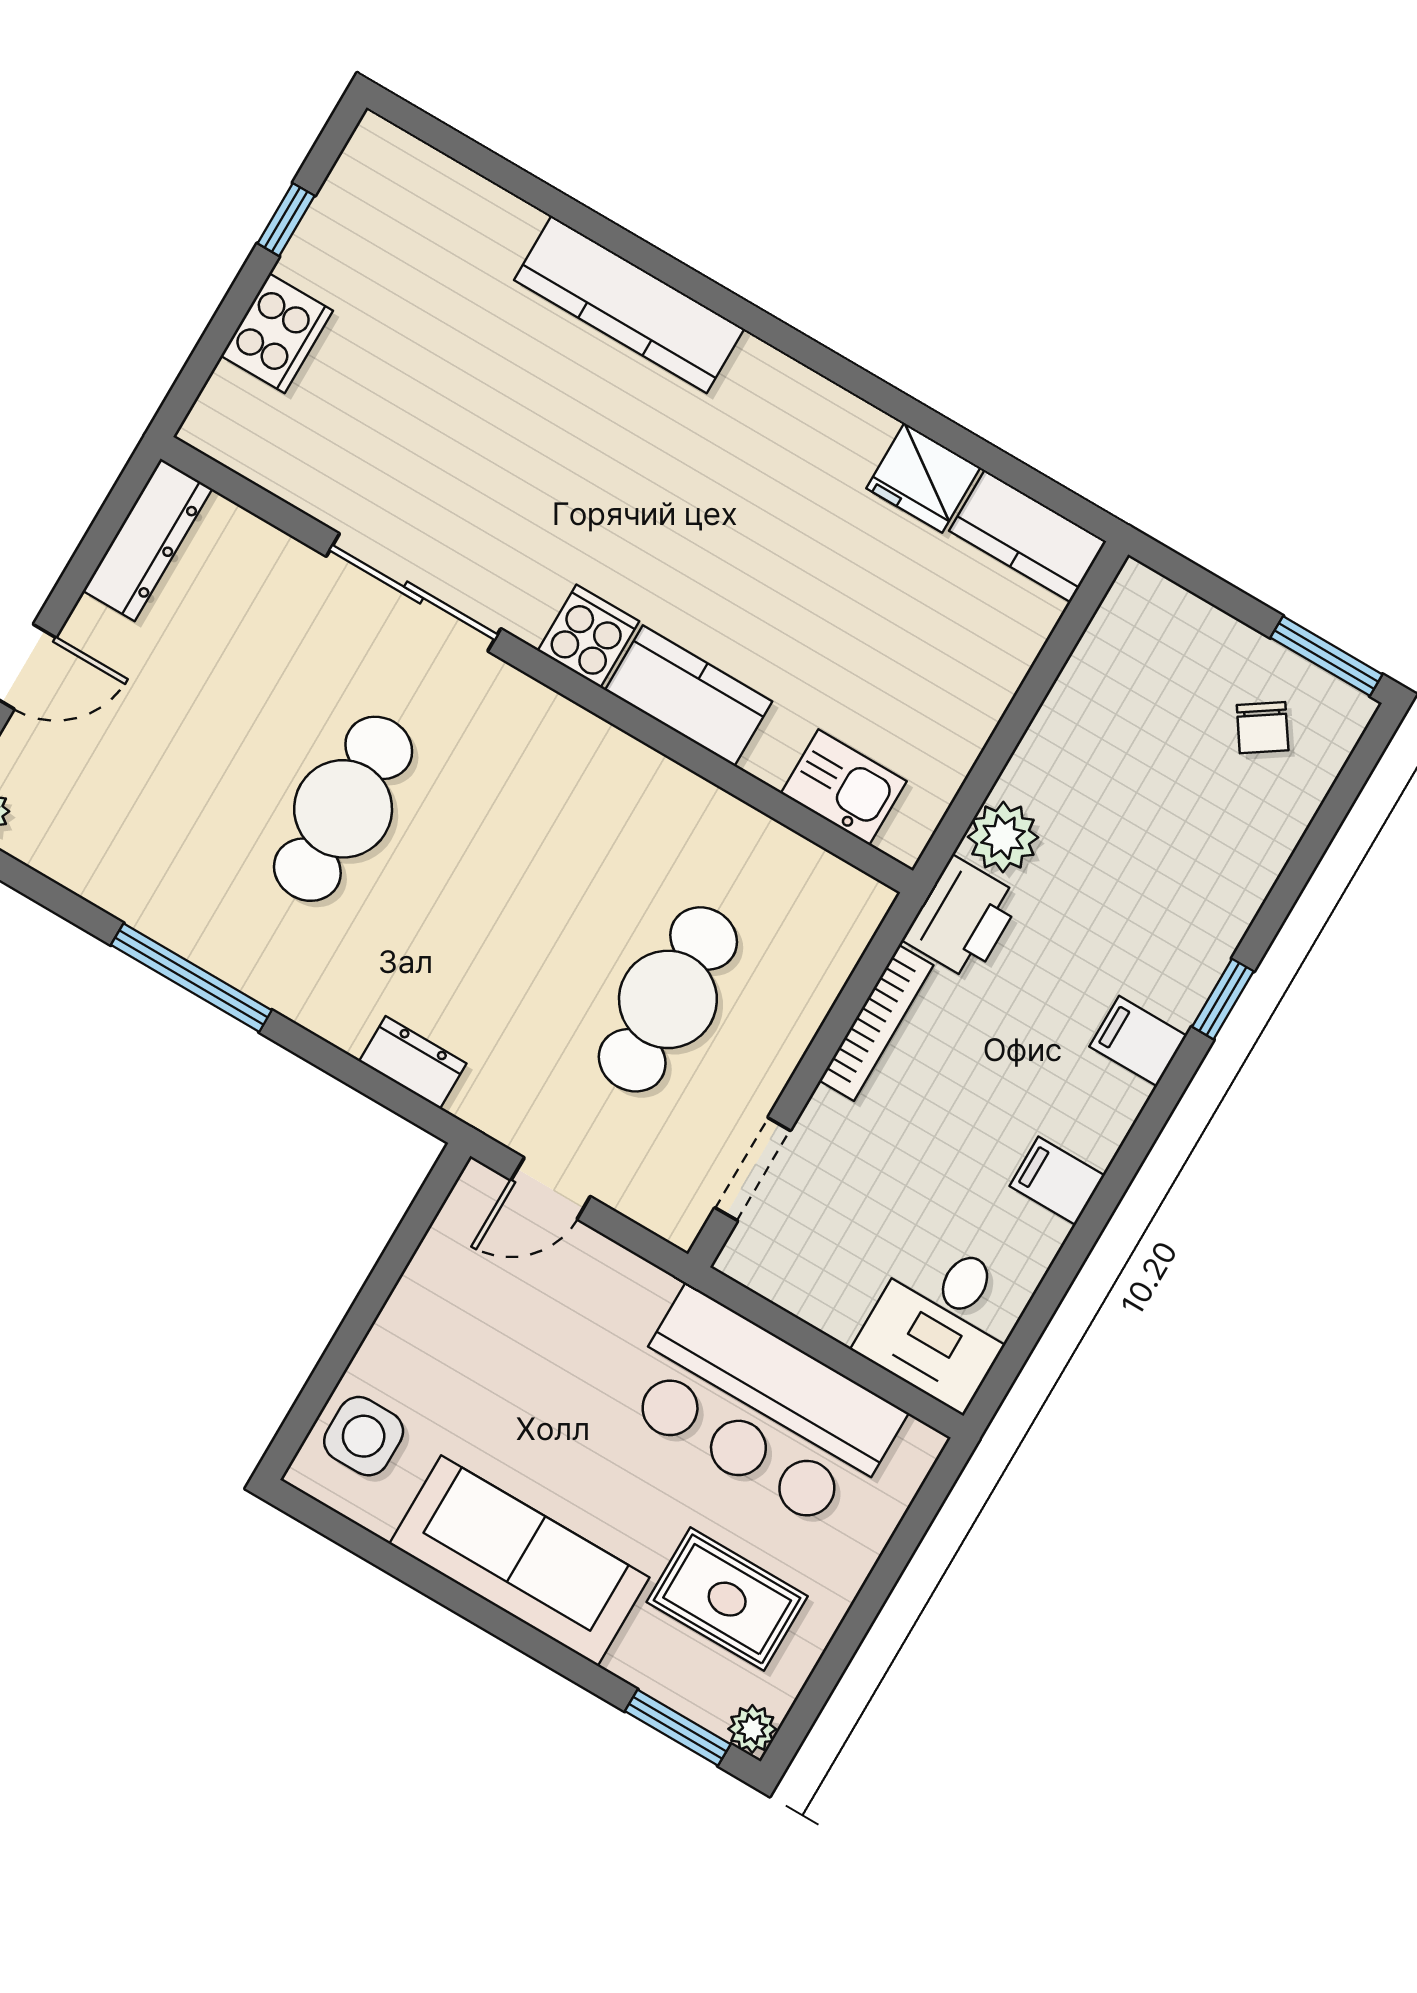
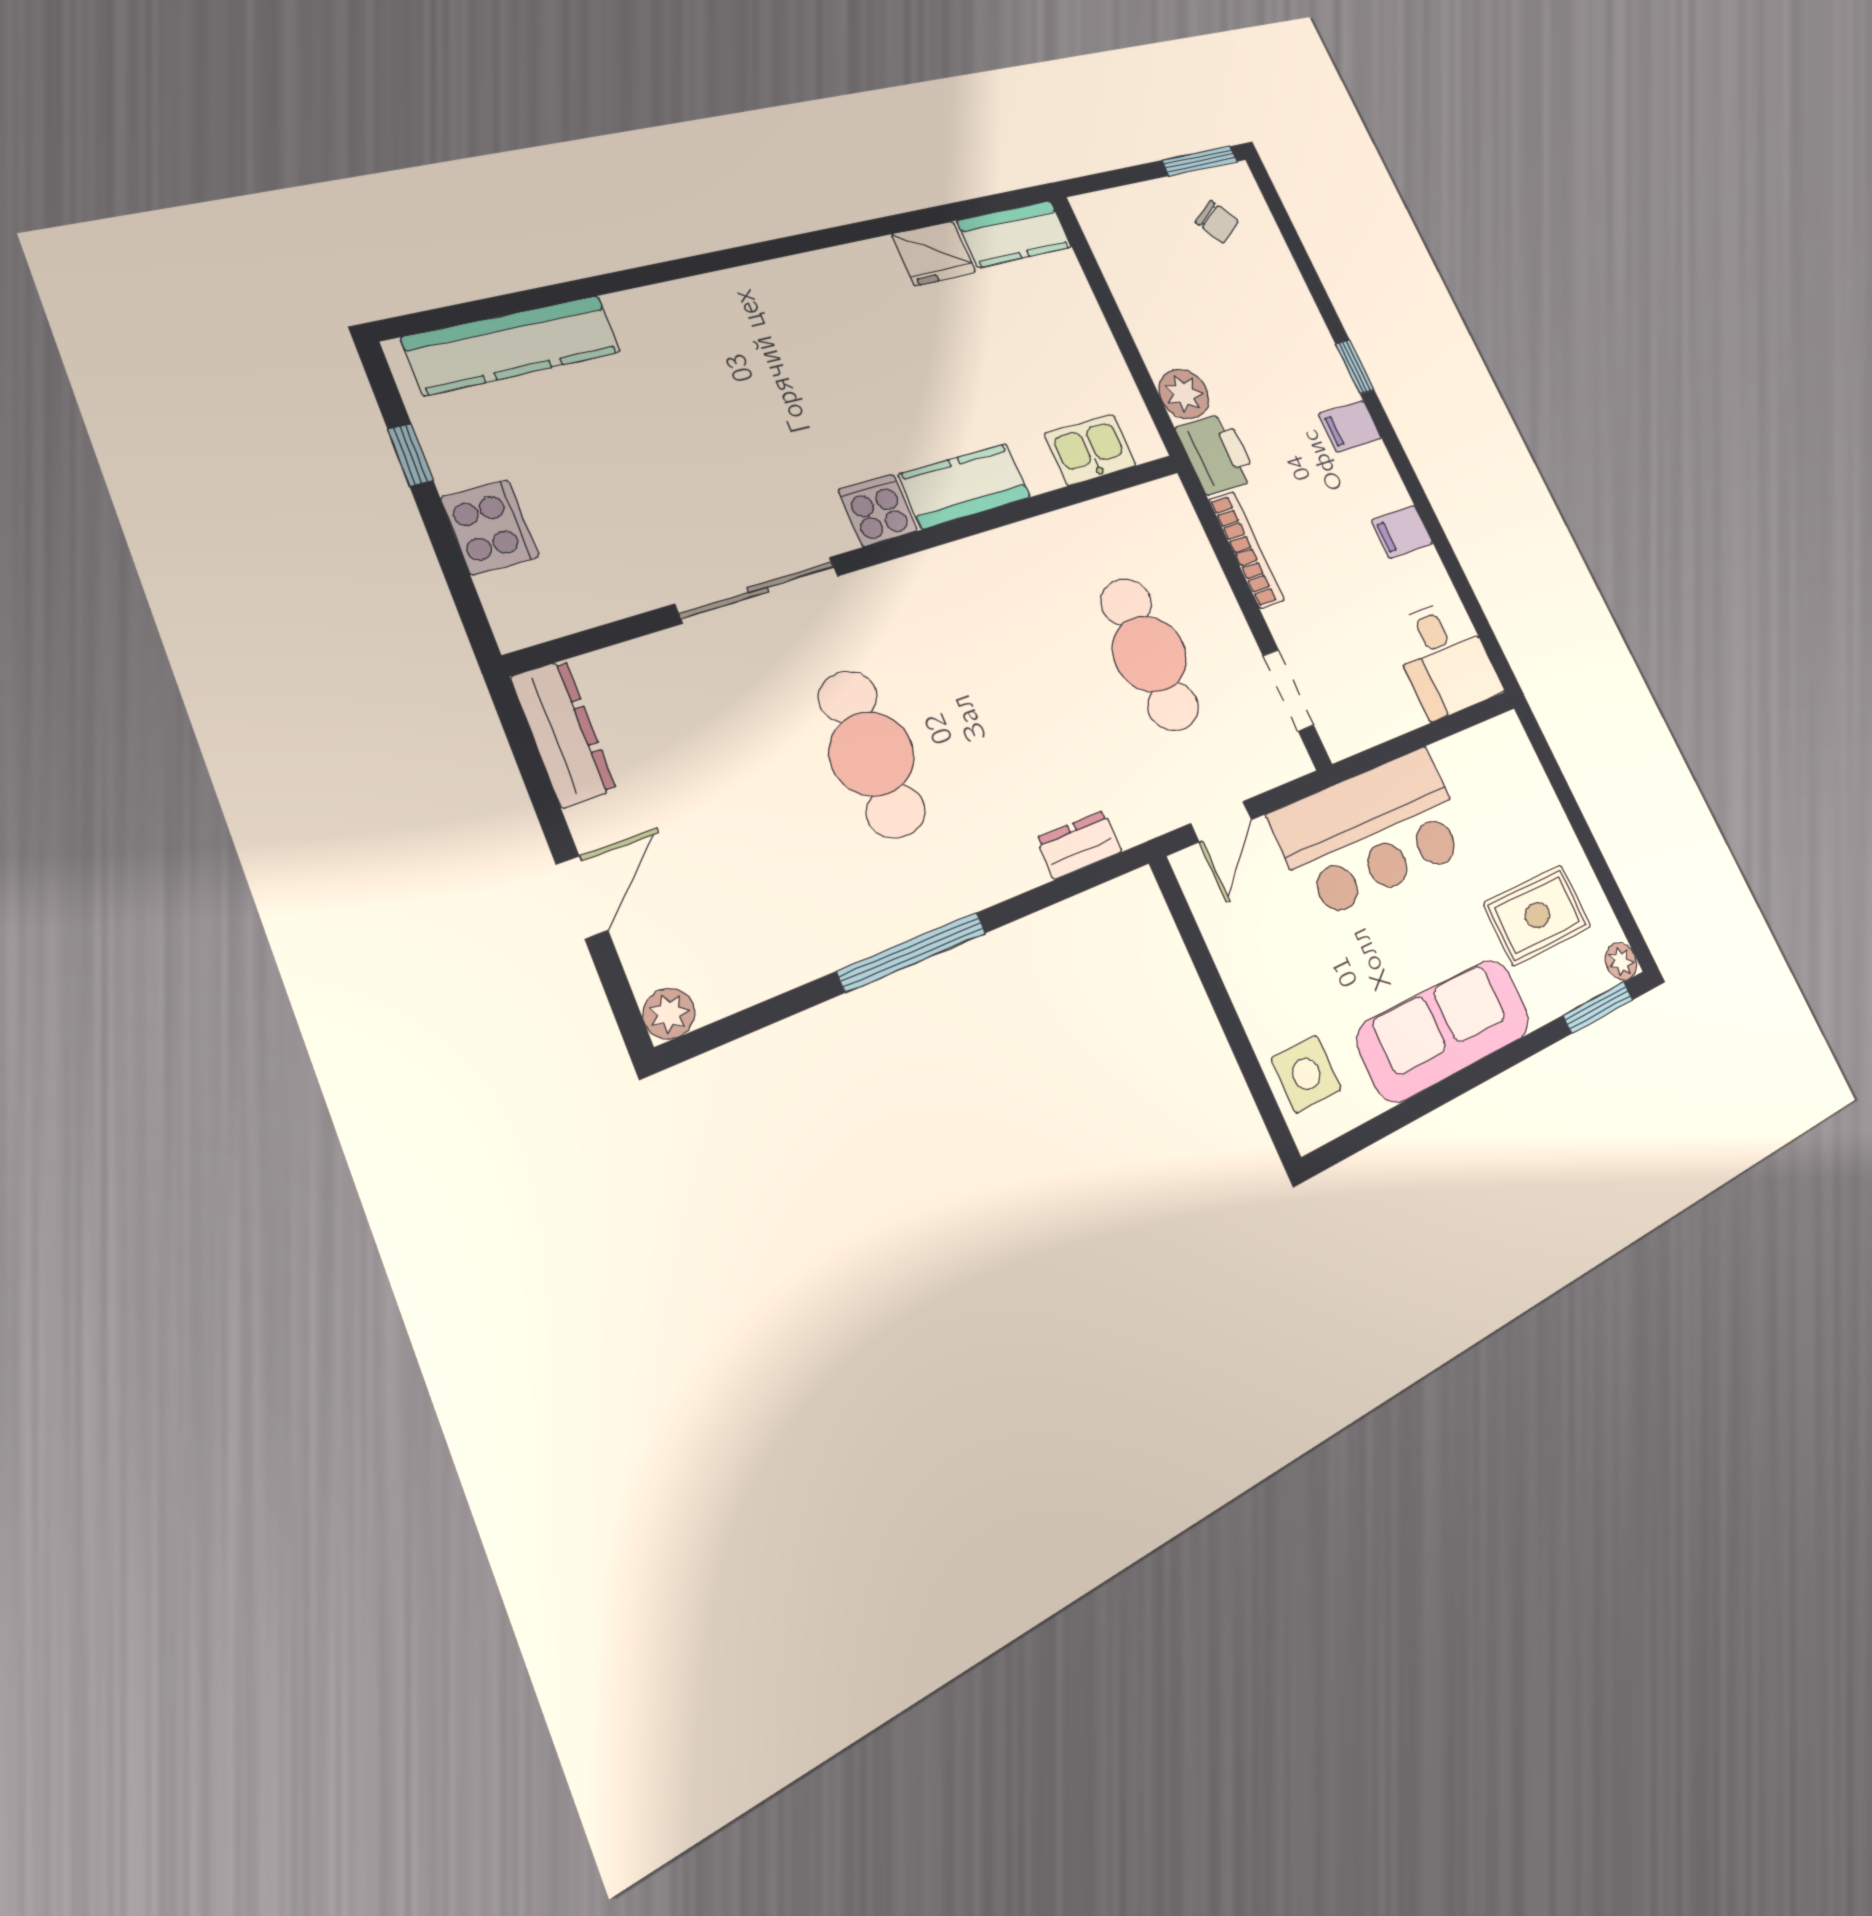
kitchen counter: (629, 305) -> (513, 345), moved
bar counter: (761, 1410) -> (1372, 832), moved

